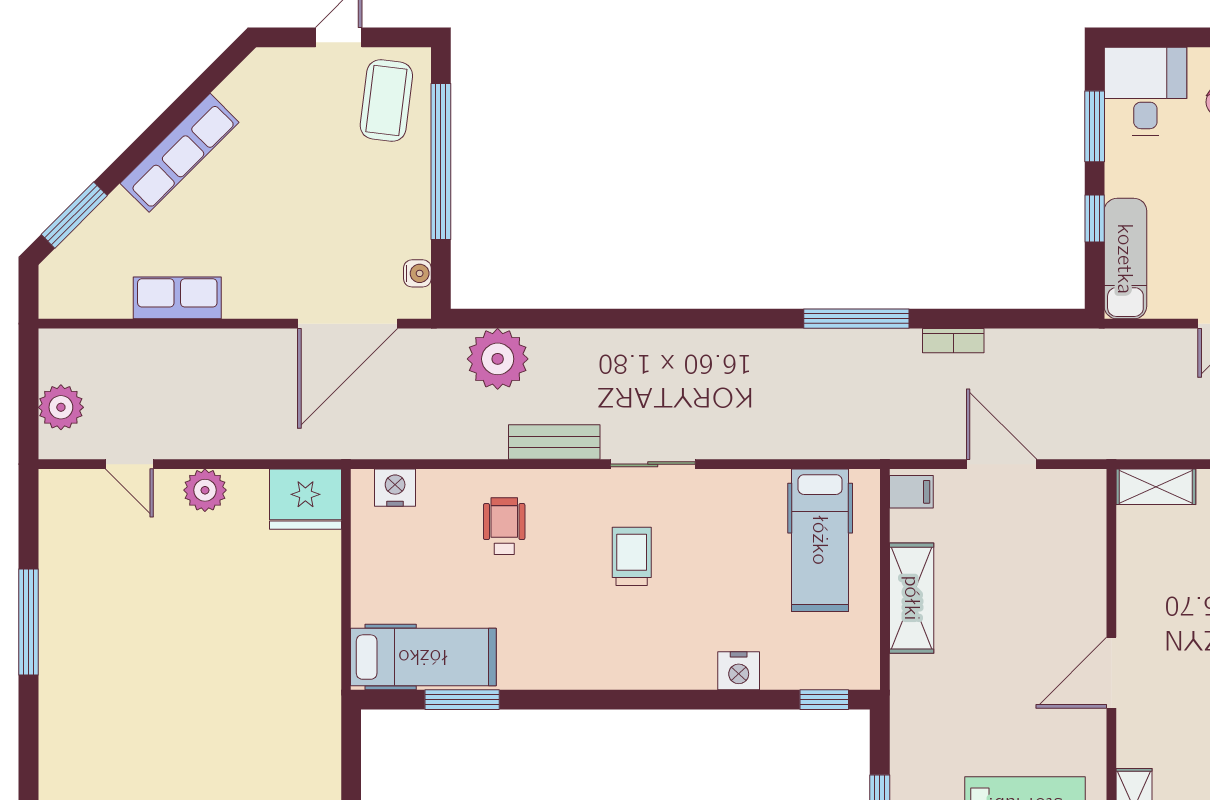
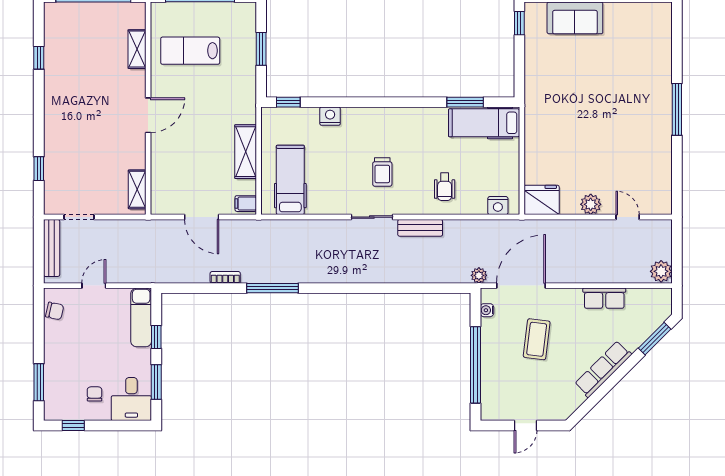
coffee table: (386, 101) -> (537, 339), moved
plant: (498, 359) -> (479, 275), moved, width x0.53, depth x0.53
plant: (61, 407) -> (661, 271), moved
shelving: (1156, 487) -> (137, 189), moved, turned 90
window: (28, 622) -> (677, 109), moved

